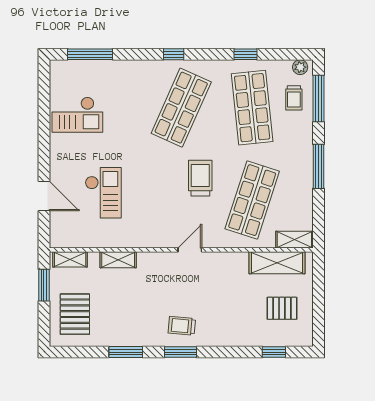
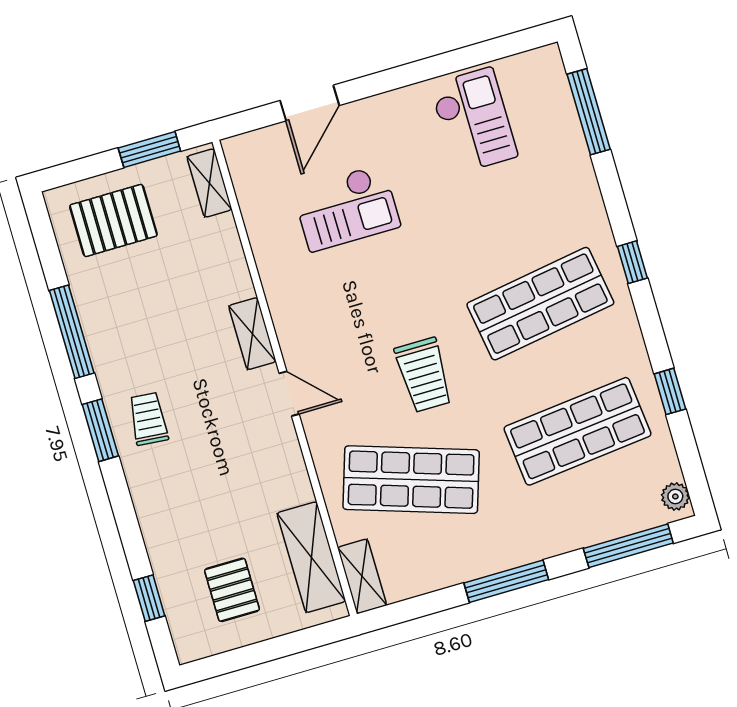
trolley: (294, 98) -> (617, 501), removed
shop shelf: (181, 108) -> (540, 304), turned -33
checkout: (77, 115) -> (474, 121), turned 180
trolley: (200, 178) -> (424, 375), turned 90
shelving: (118, 260) -> (252, 334), moved
window: (126, 352) -> (72, 332), width x1.44

